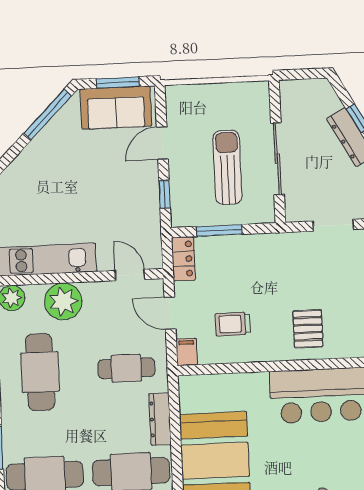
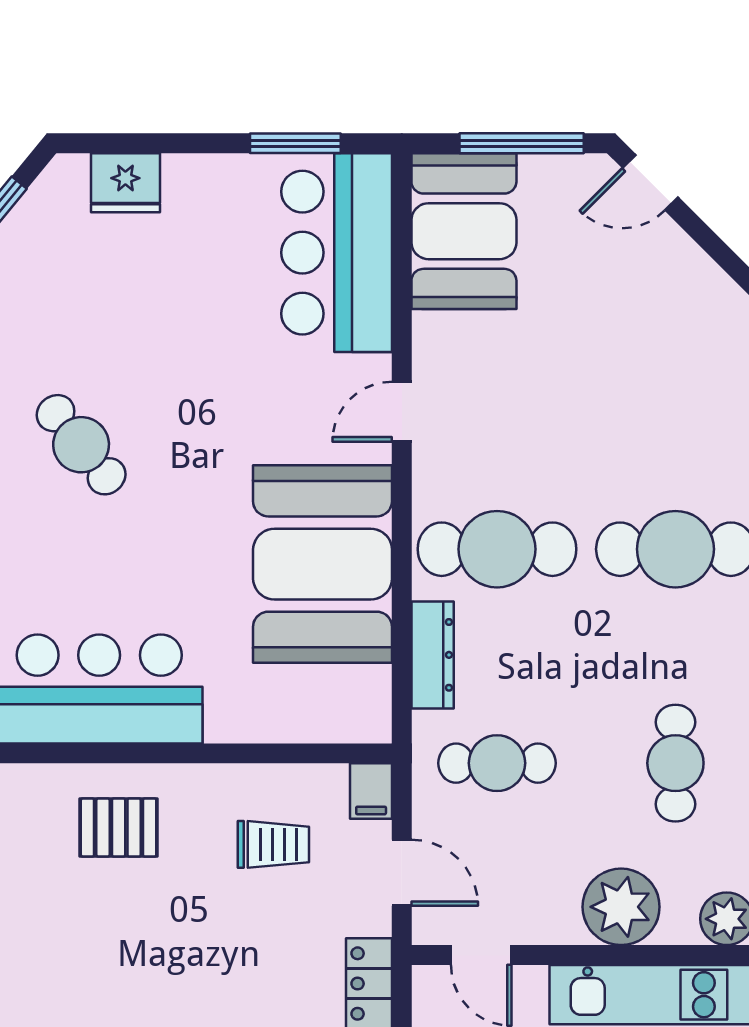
pallet: (308, 329) -> (119, 827), turned 90
cafe table: (40, 372) -> (675, 763), width x0.73, depth x0.74

